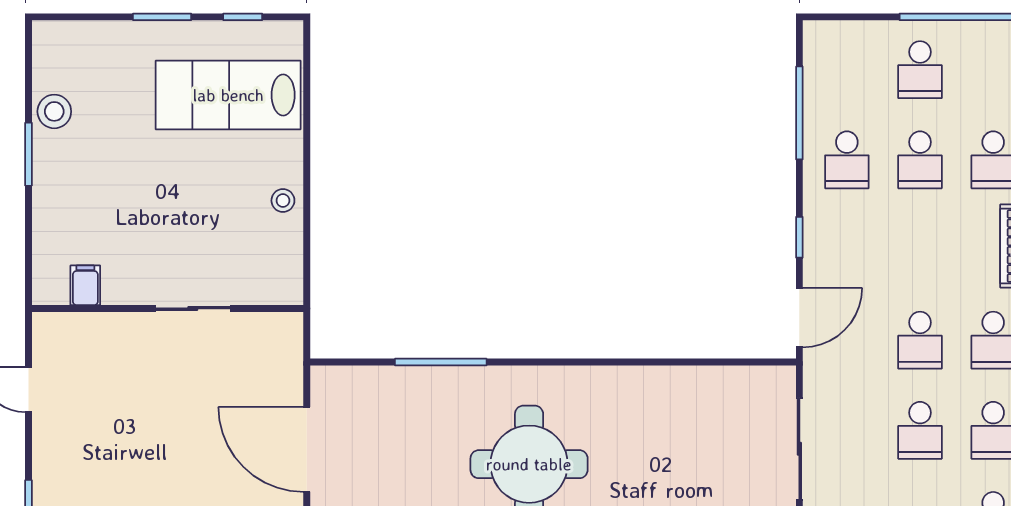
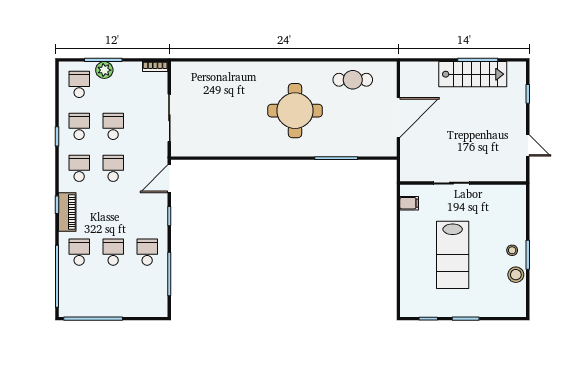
school desk: (920, 70) -> (113, 294), removed
lab bench: (228, 95) -> (453, 255), moved, turned 90
stool: (283, 201) -> (512, 250), moved
filing cabinet: (85, 285) -> (409, 203), moved, turned -90
door: (307, 449) -> (398, 118), hinge flipped

